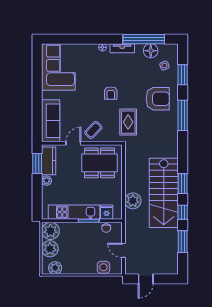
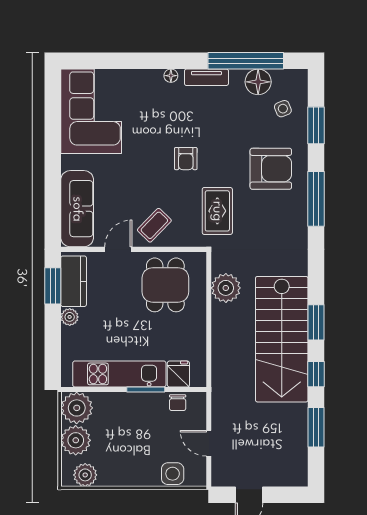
dining table: (99, 163) -> (165, 285), width x0.73
plant: (133, 201) -> (226, 288), moved

